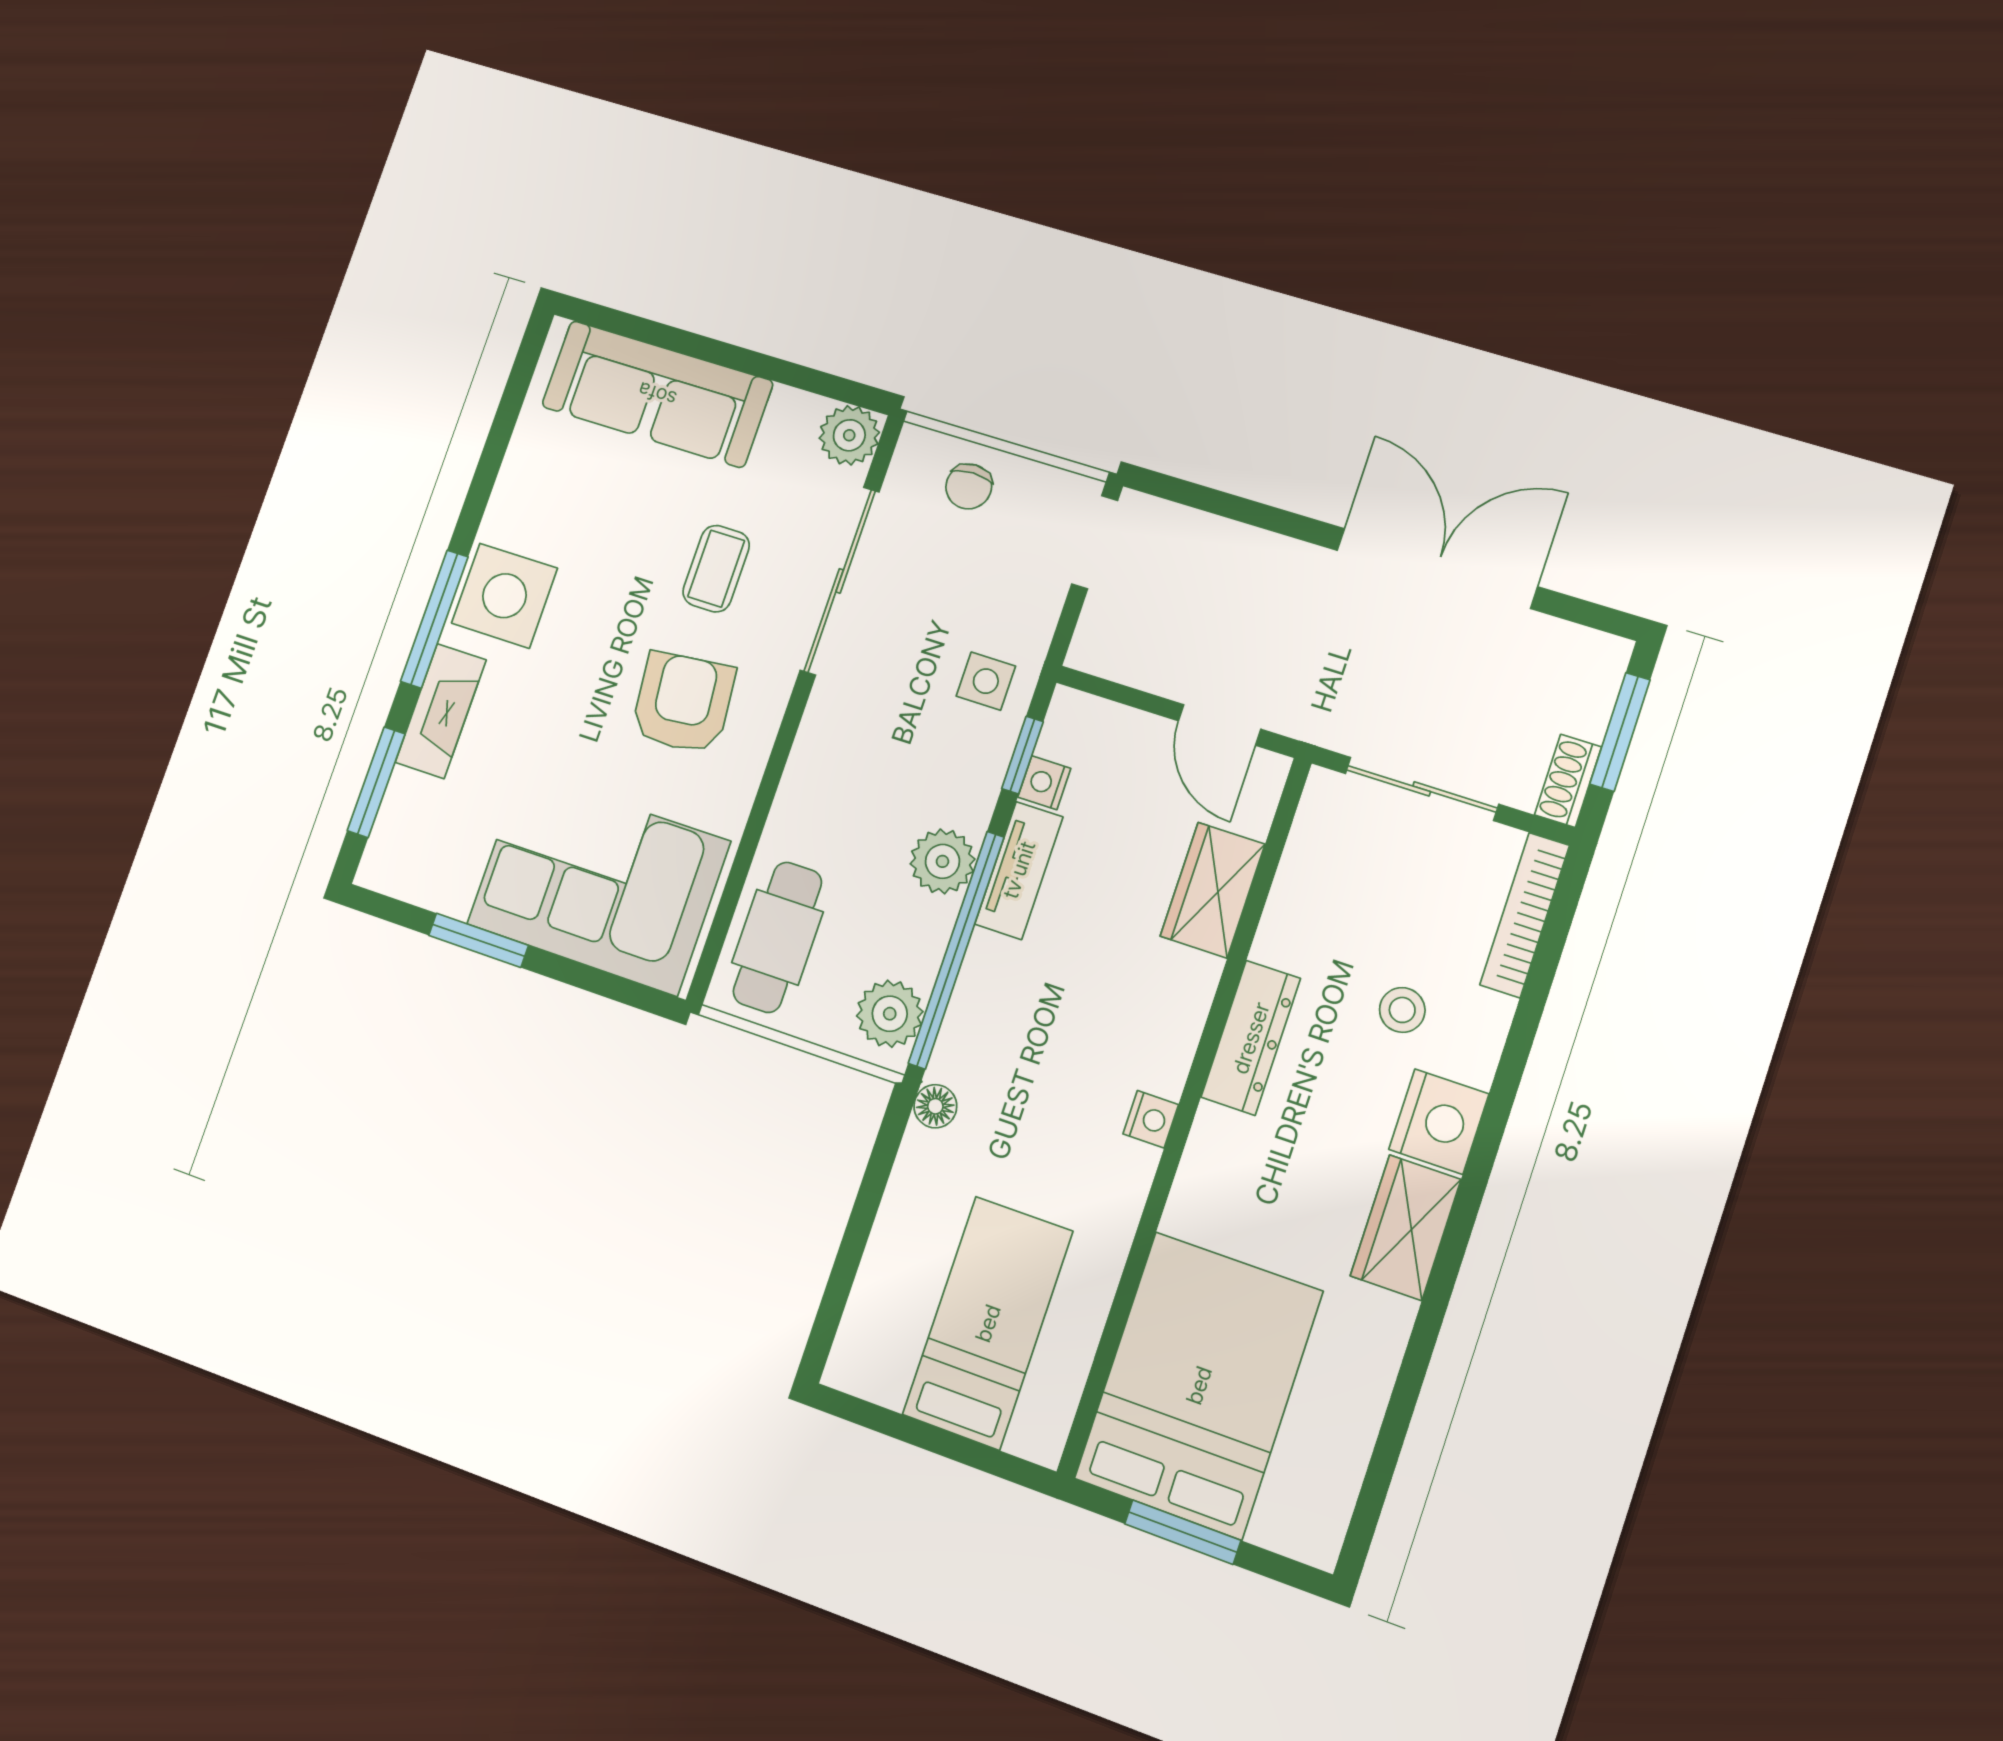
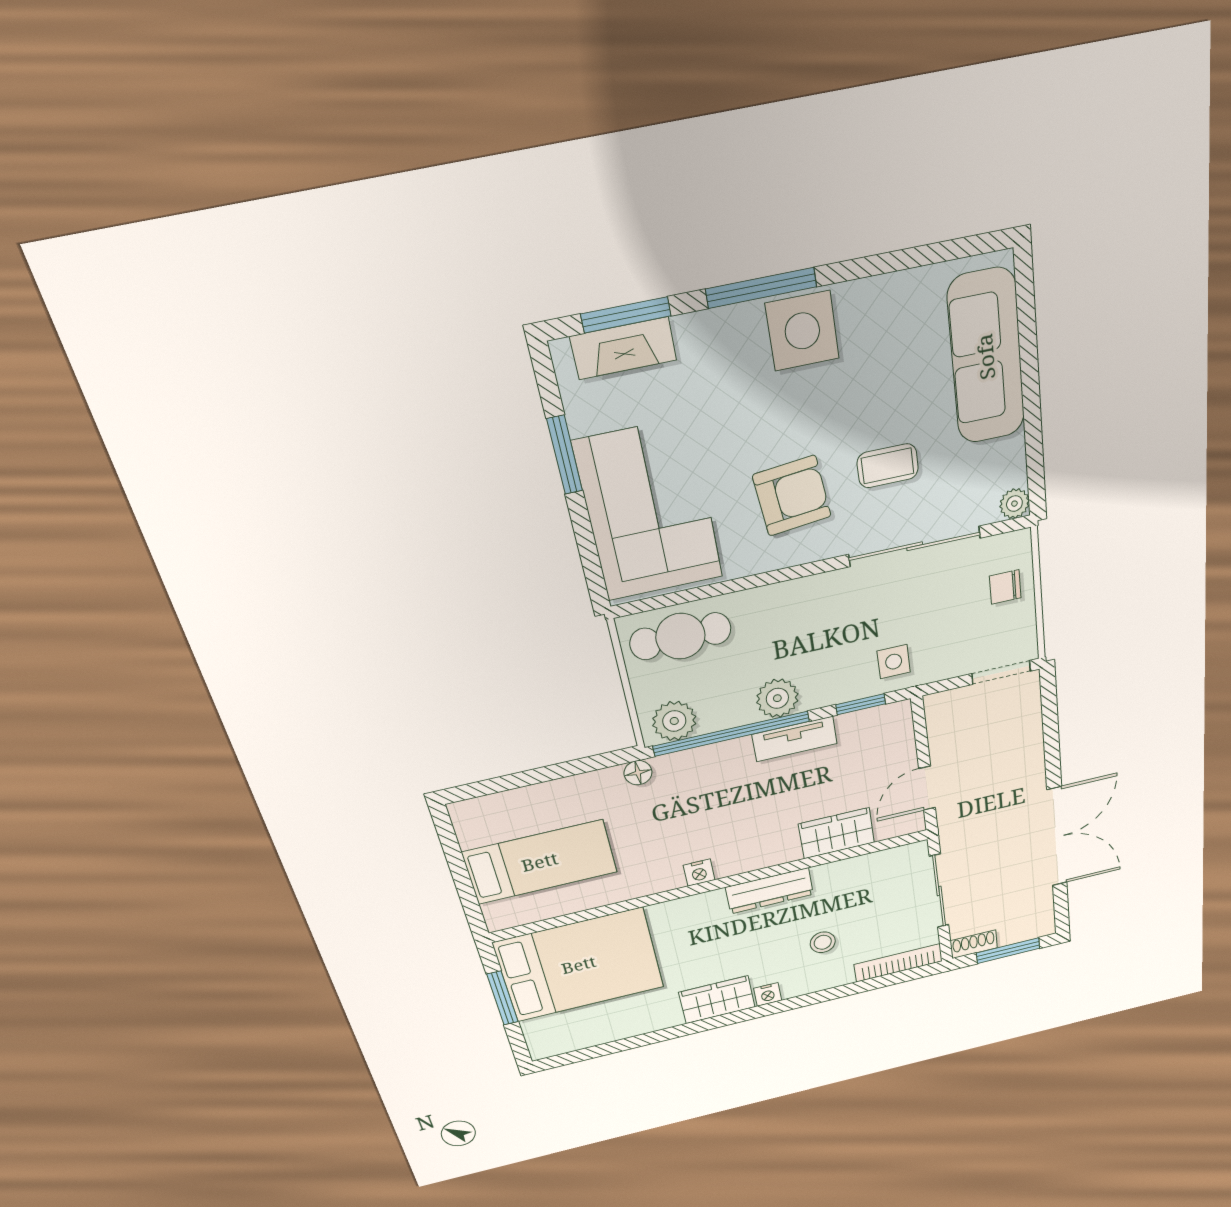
plant: (849, 435) -> (1014, 504), width x0.73, depth x0.73
fireplace: (441, 711) -> (623, 348), moved
nightstand: (1044, 783) -> (851, 724), removed
nightstand: (1439, 1122) -> (768, 994), width x0.53, depth x0.56

